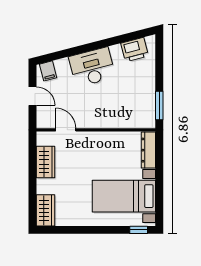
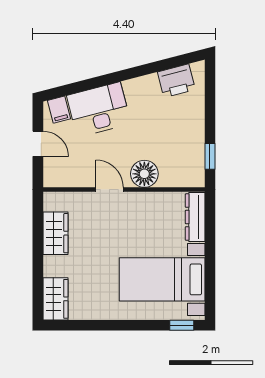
desk: (92, 67) -> (99, 110), moved
window: (159, 105) -> (210, 156), width x0.67
floor lamp: (111, 118) -> (144, 174), added
door: (66, 130) -> (110, 190), moved

